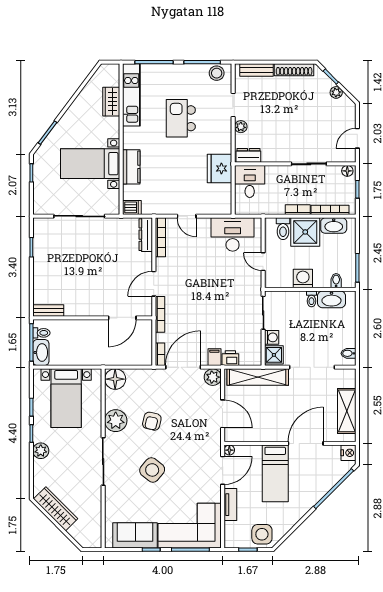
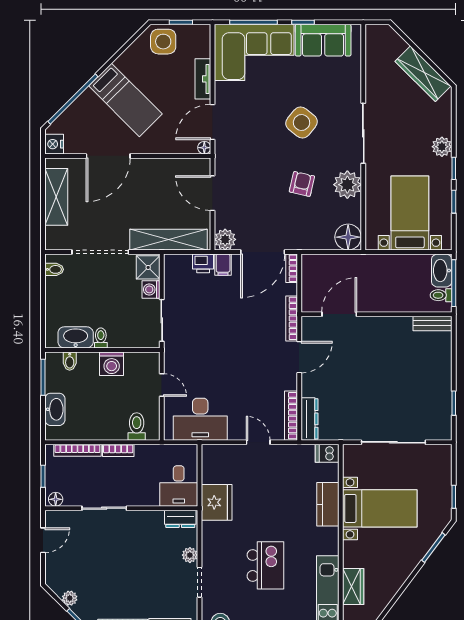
washbasin: (334, 226) -> (55, 409), moved, turned 90
shower: (305, 232) -> (109, 422), removed
bed: (275, 473) -> (125, 100), moved, turned 135

